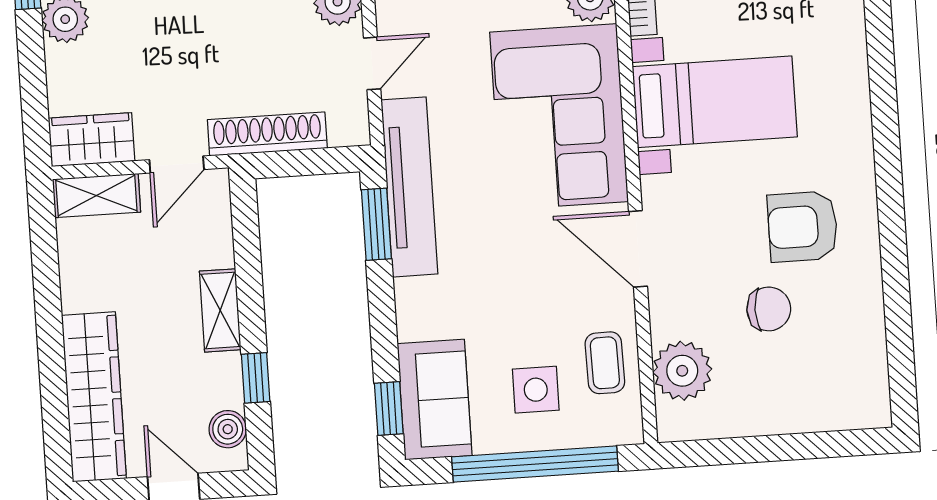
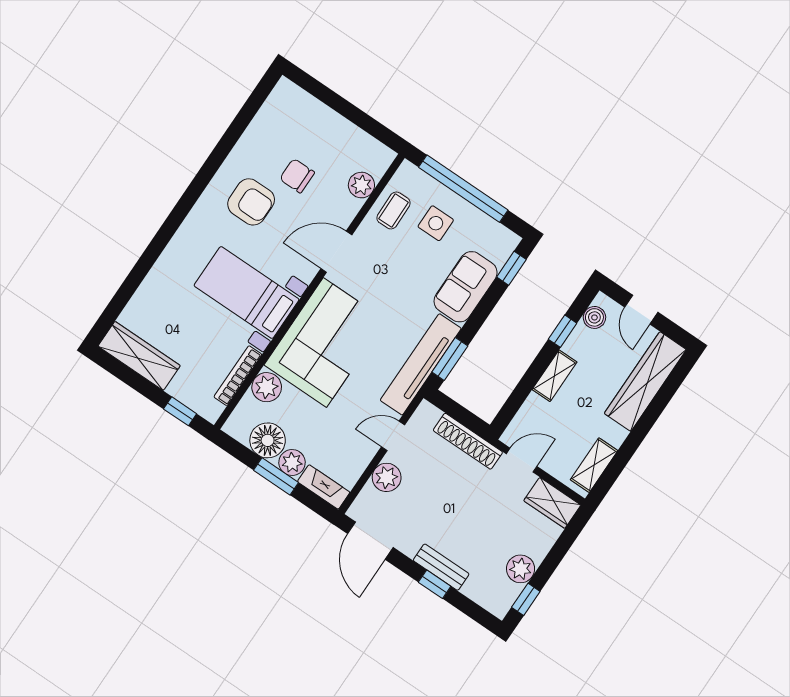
shelving: (96, 196) -> (594, 465), moved, turned 90
door: (638, 249) -> (336, 252), swing flipped
plant: (682, 371) -> (361, 185), width x0.73, depth x0.73
sofa: (435, 400) -> (466, 287), moved

